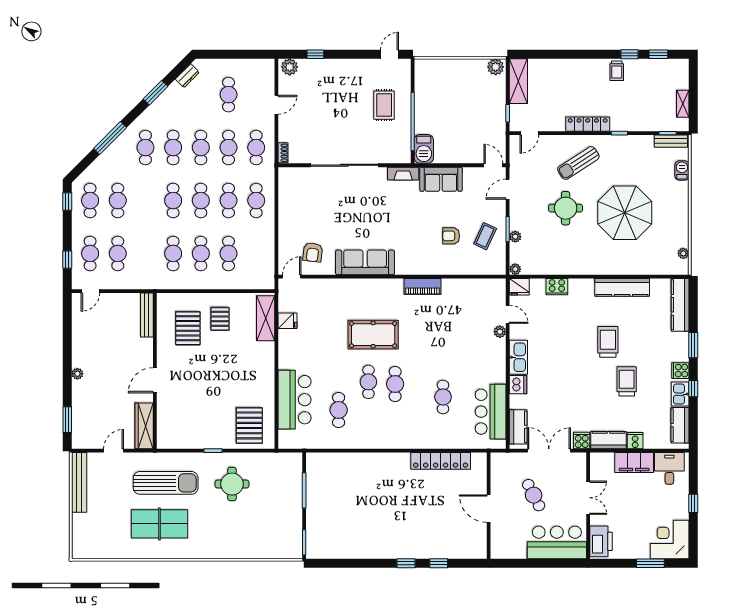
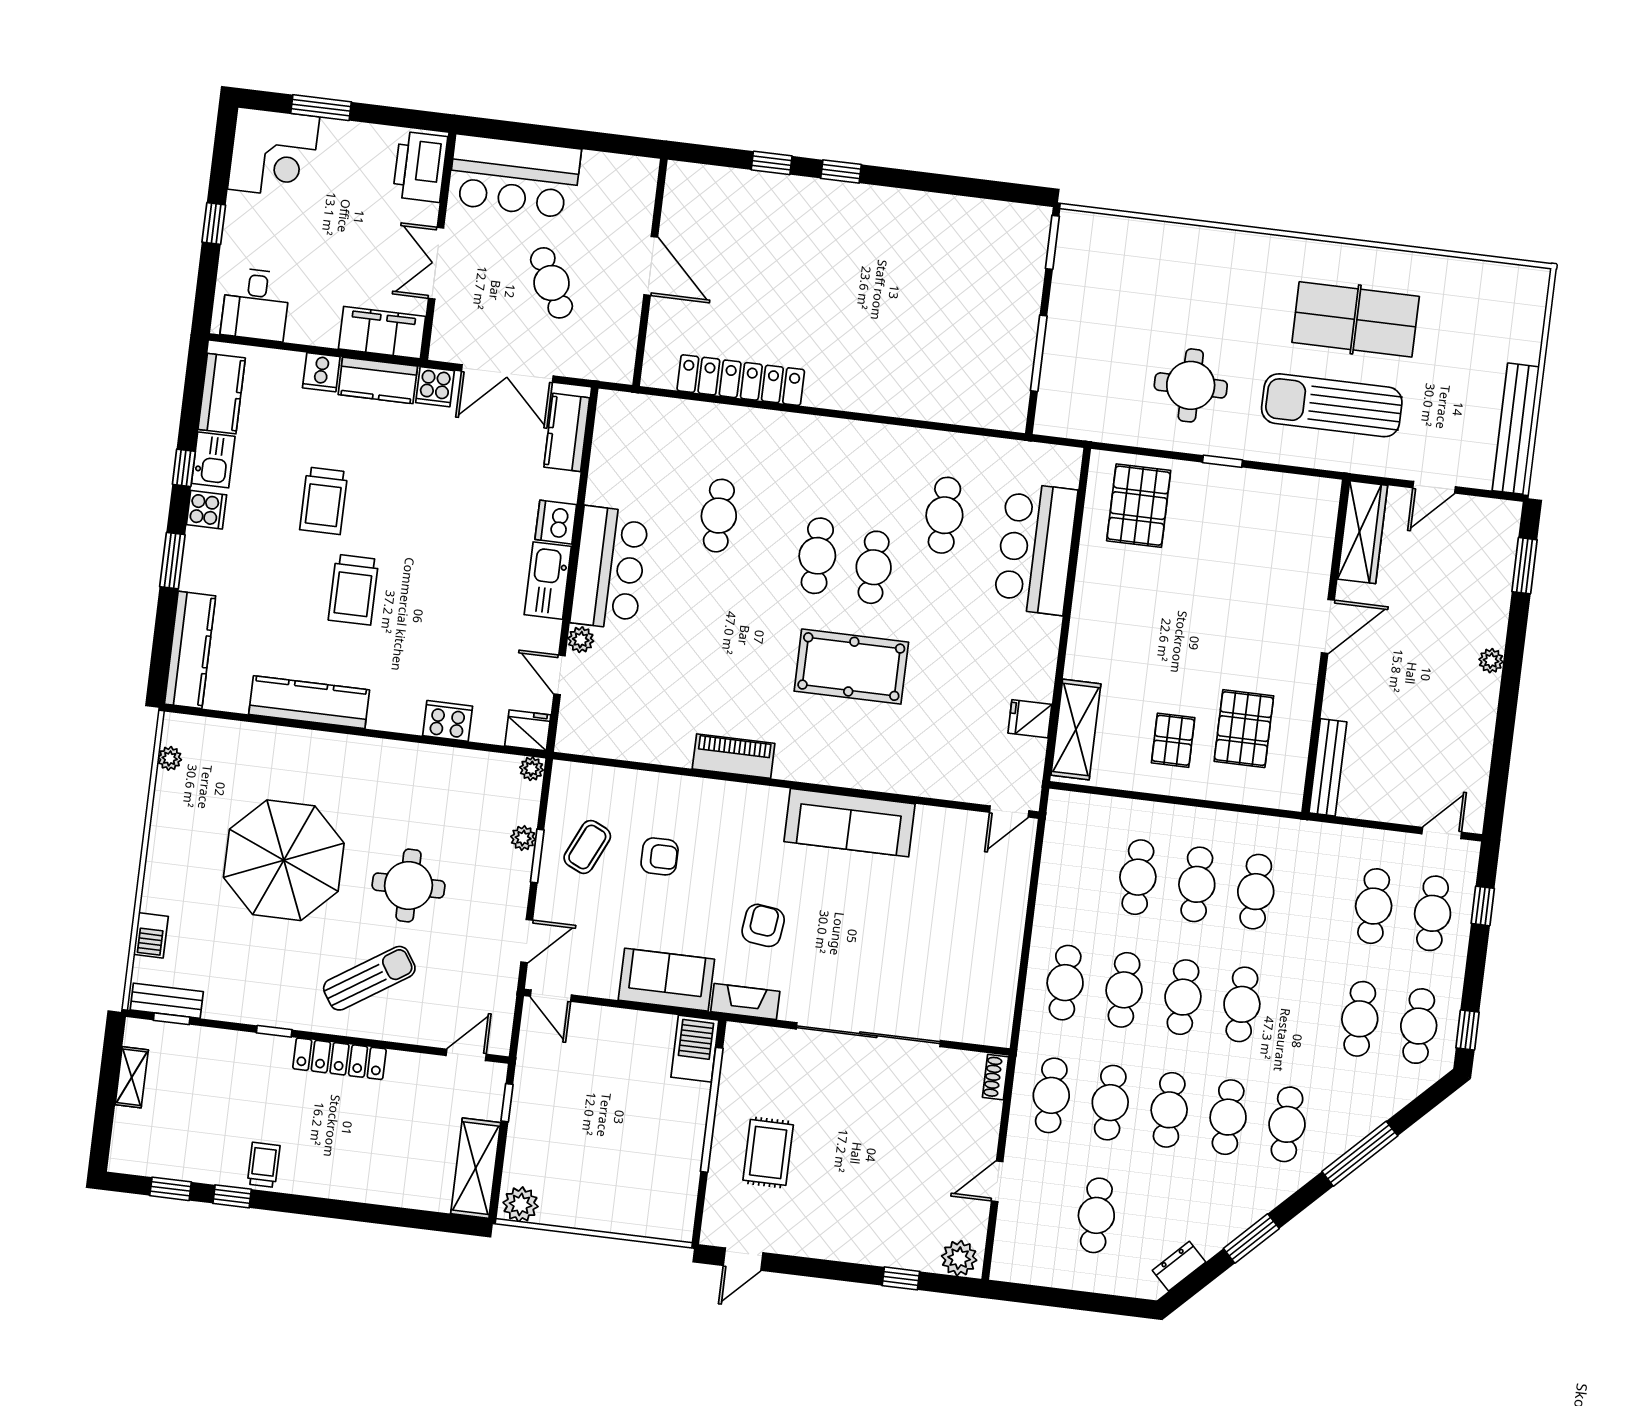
armchair: (313, 252) -> (763, 925), moved
bar counter: (491, 412) -> (610, 568), moved
filing cabinet: (634, 463) -> (382, 333), moved

